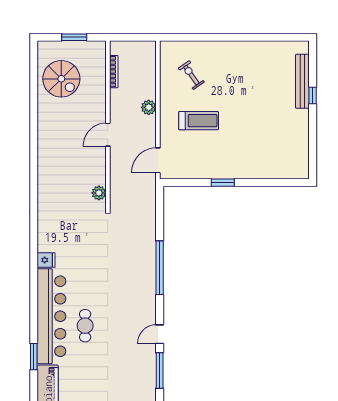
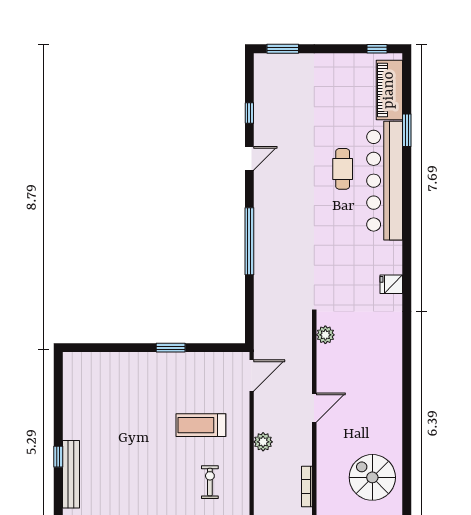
exercise bike: (191, 75) -> (210, 482), turned -145
fridge: (46, 260) -> (391, 284), moved
window: (160, 370) -> (249, 113), width x0.46

